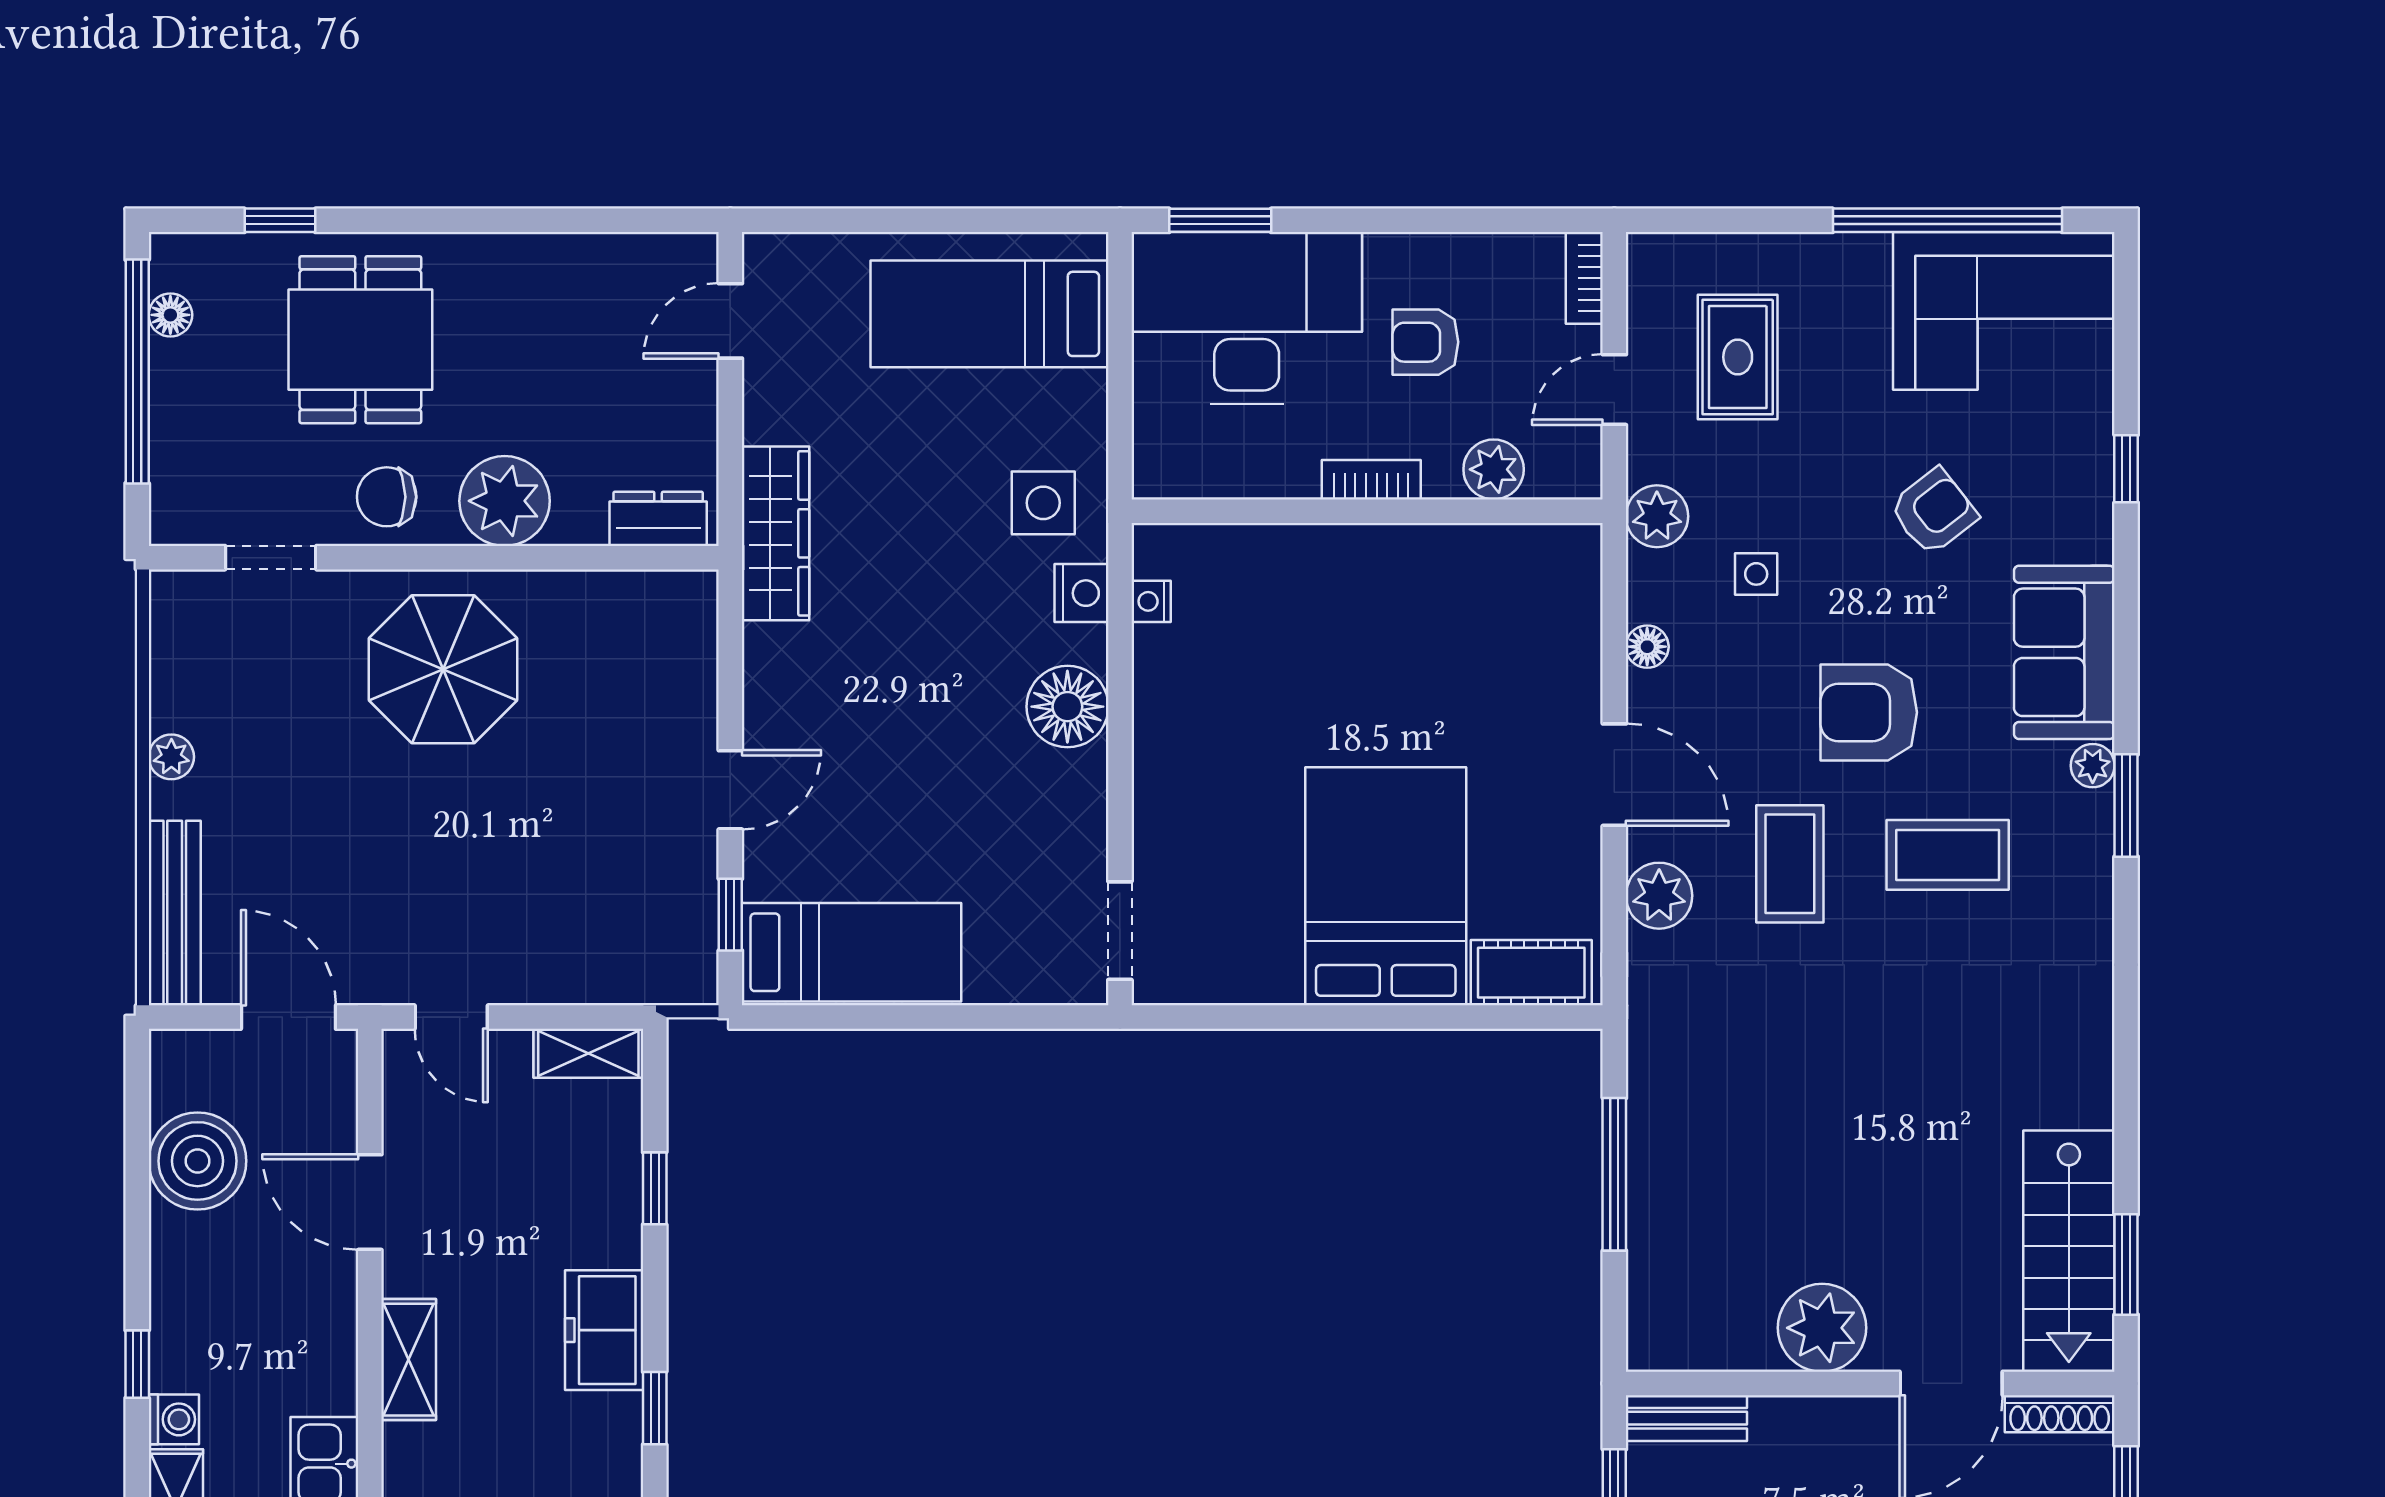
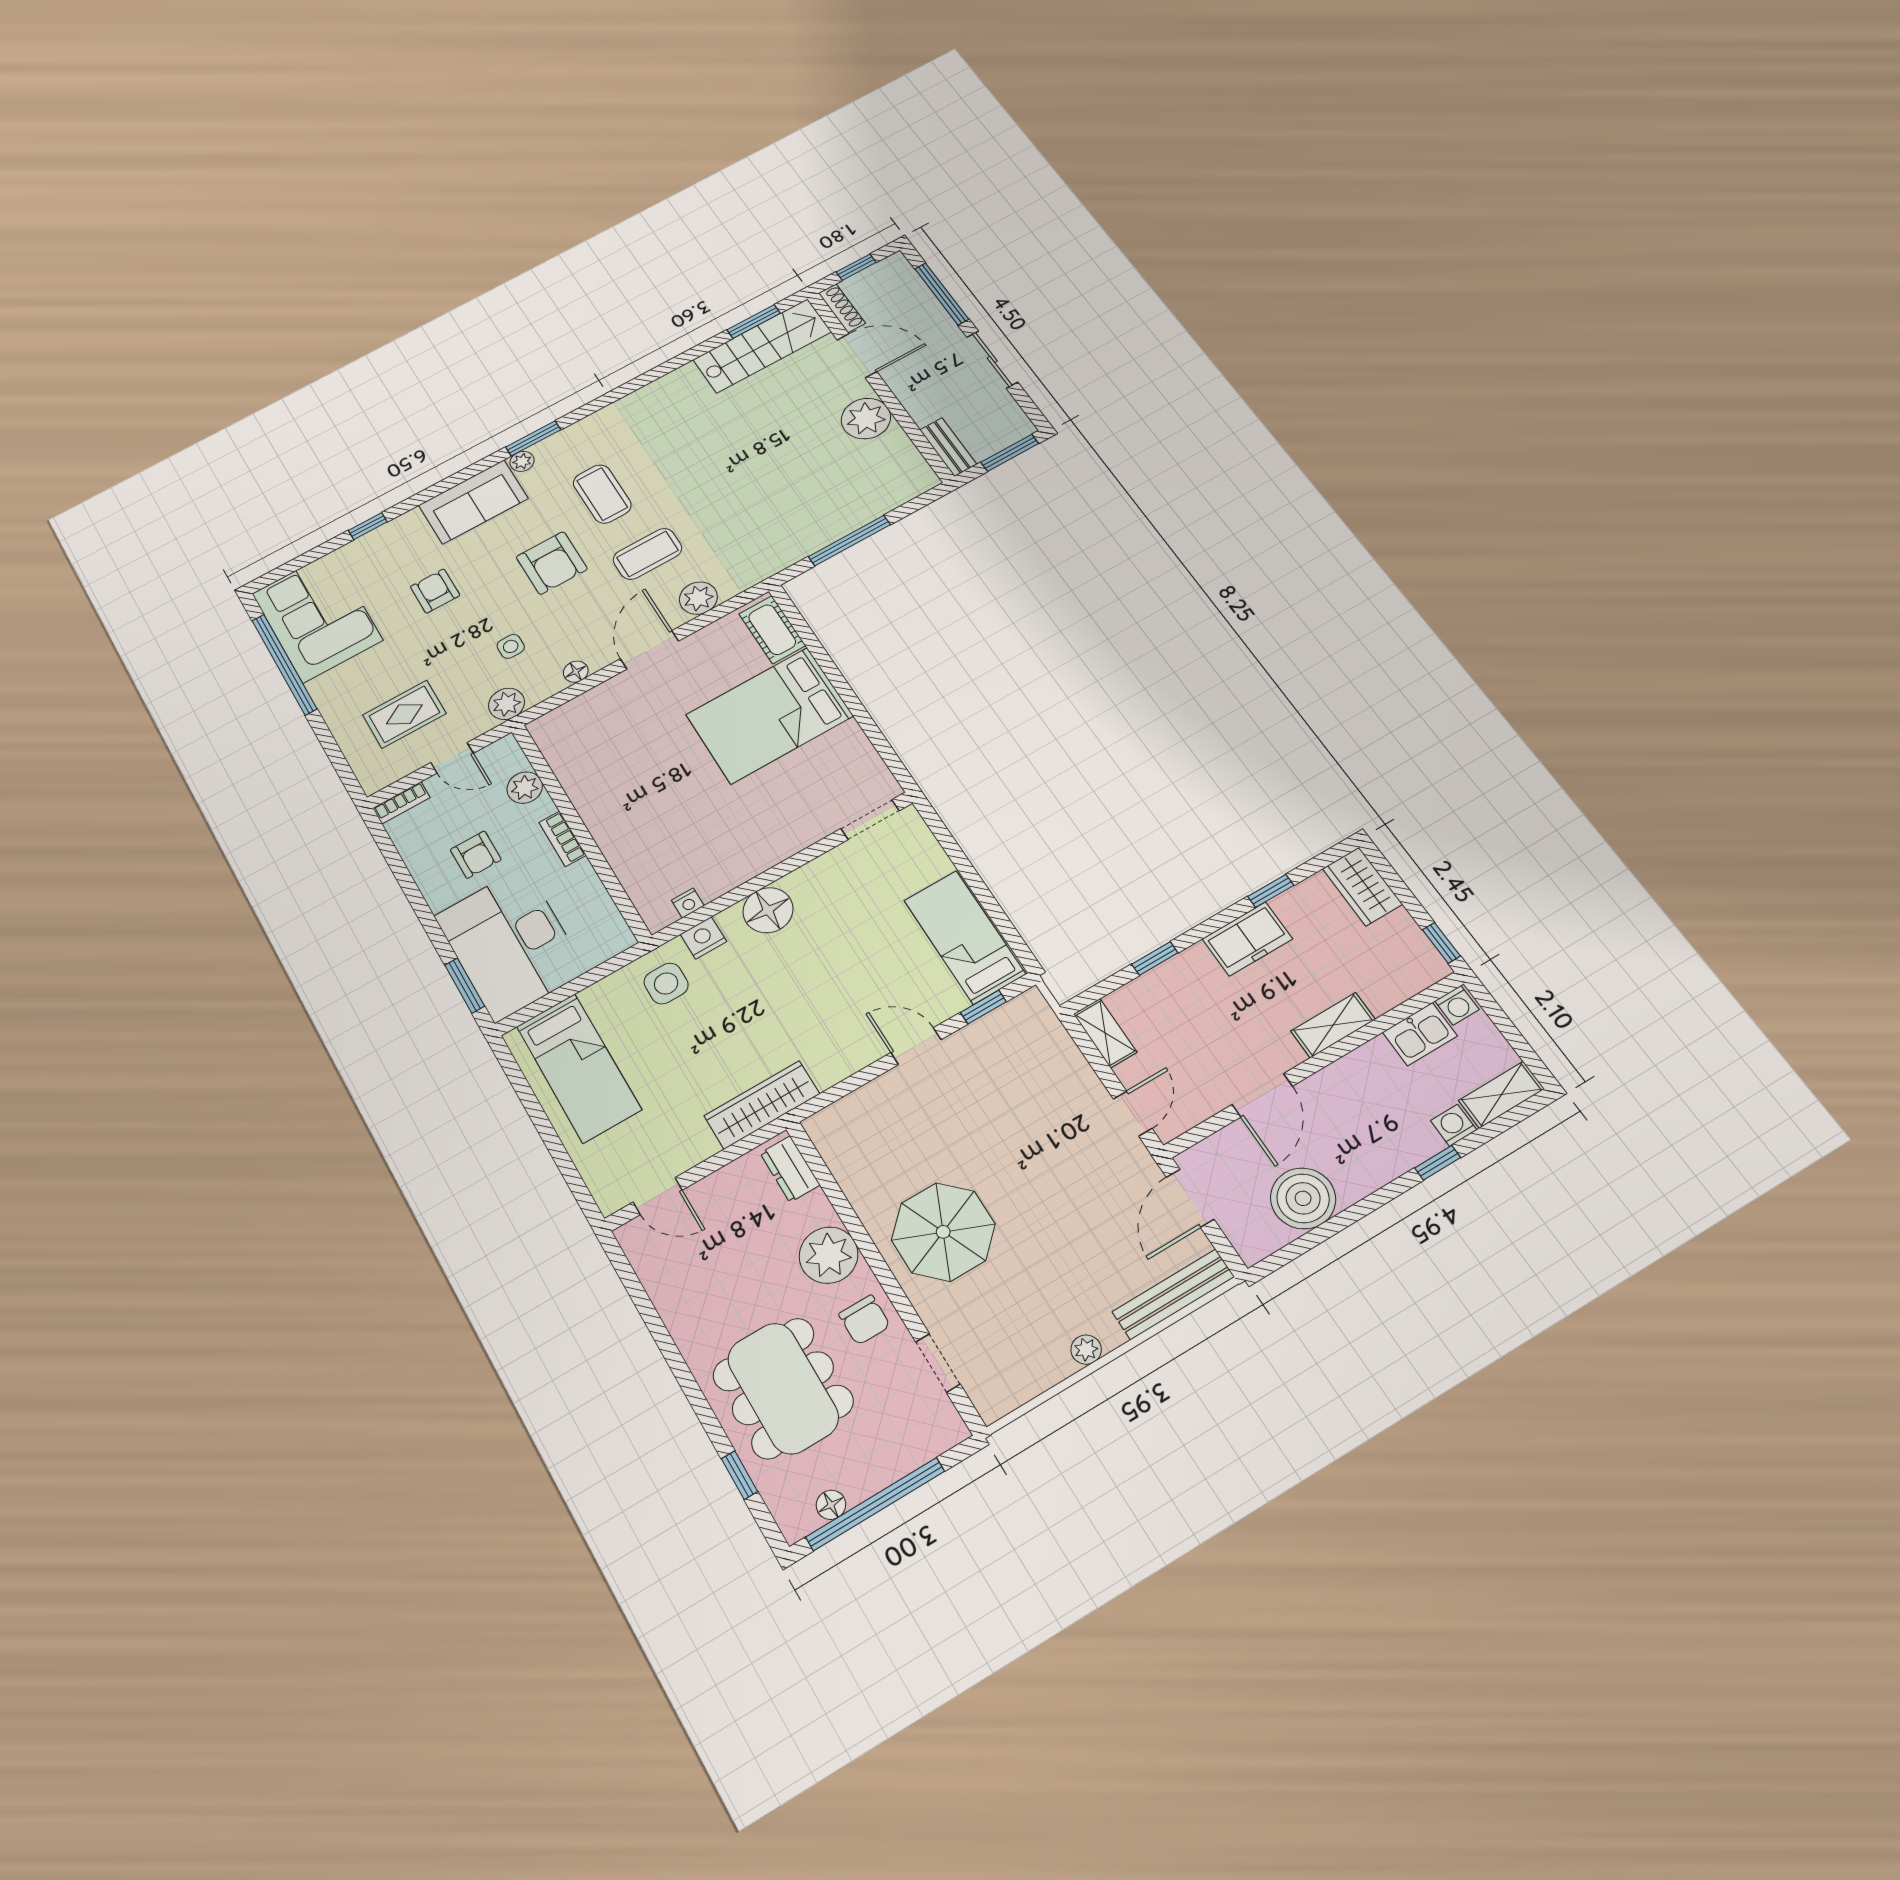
dining table: (360, 340) -> (783, 1388), width x1.38
armchair: (1934, 512) -> (435, 591), turned 38

